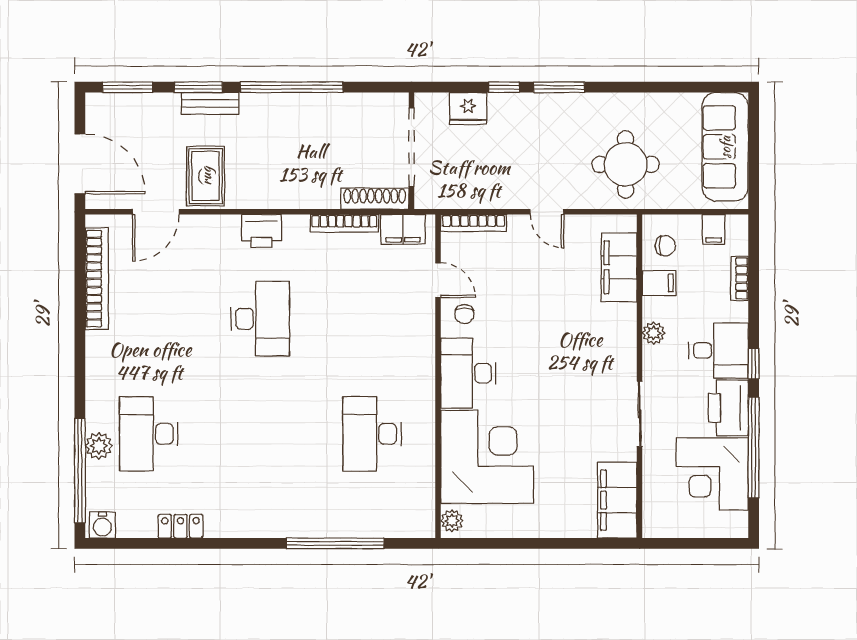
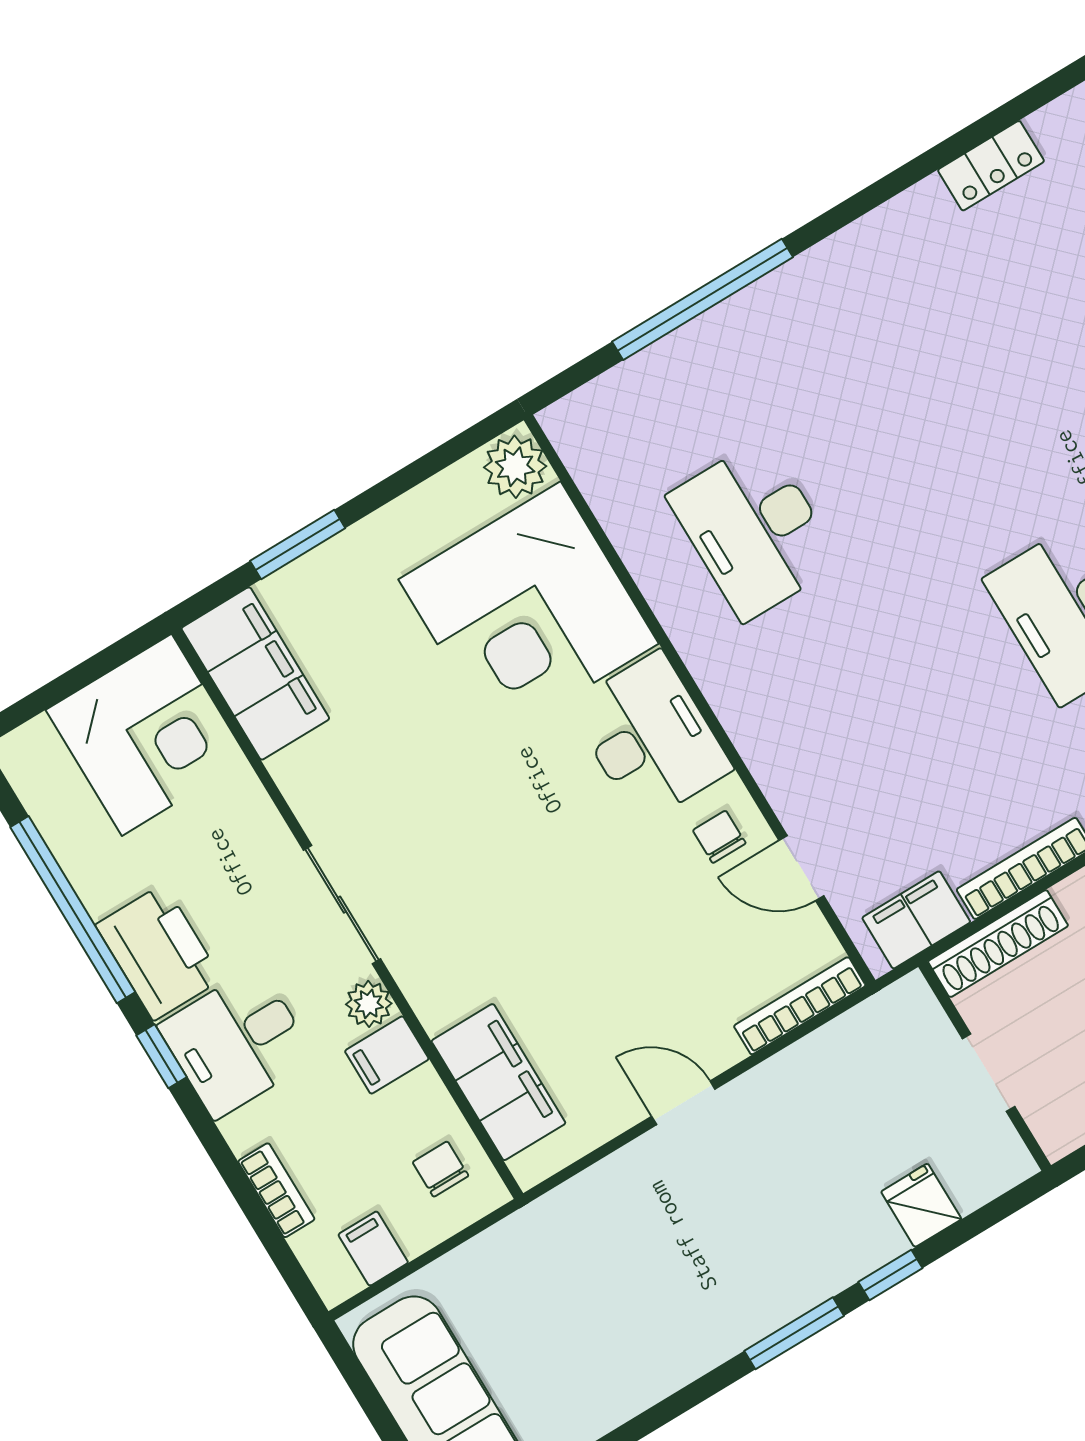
fridge: (468, 109) -> (921, 1205), width x0.72
doorway: (411, 147) -> (989, 1073), width x0.53
round table: (626, 164) -> (596, 1269), removed
chair: (665, 246) -> (440, 1169), turned 90
filing cabinet: (659, 283) -> (387, 1055), moved
sliding door: (640, 414) -> (342, 905), moved
desk: (372, 434) -> (754, 530), turned 180
corner desk: (712, 474) -> (147, 735), moved, turned 90
plant: (452, 521) -> (515, 467), width x1.38, depth x1.38
window: (567, 543) -> (298, 544), added

